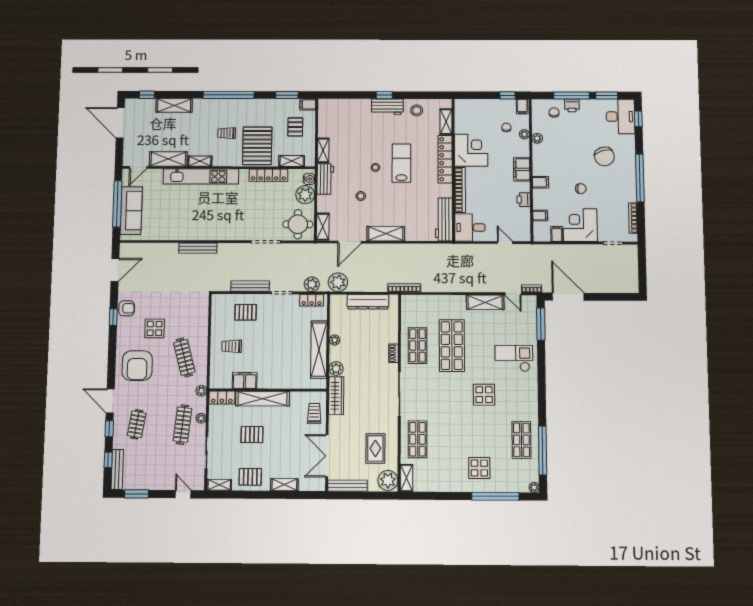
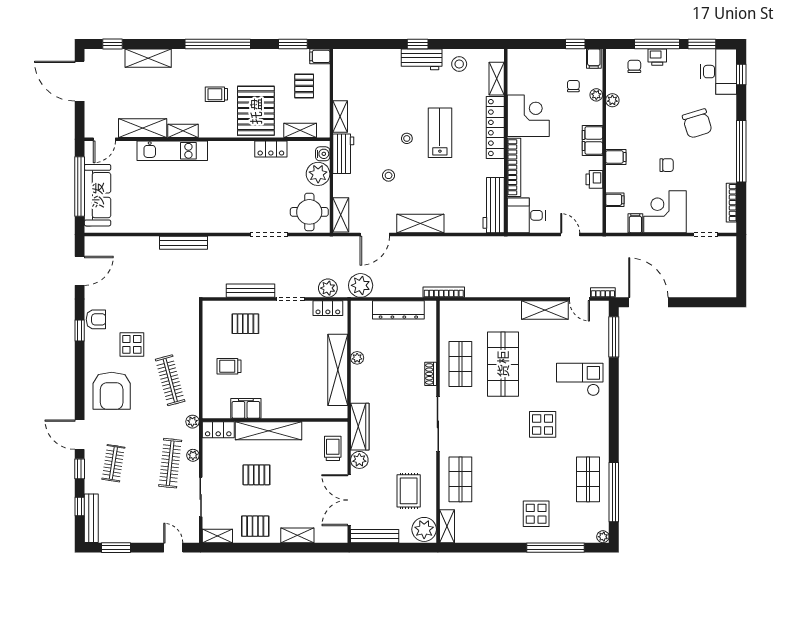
locker: (268, 175) -> (271, 149), width x0.66
kitchen unit: (201, 176) -> (172, 151), width x0.73
plant: (336, 369) -> (359, 460), moved

